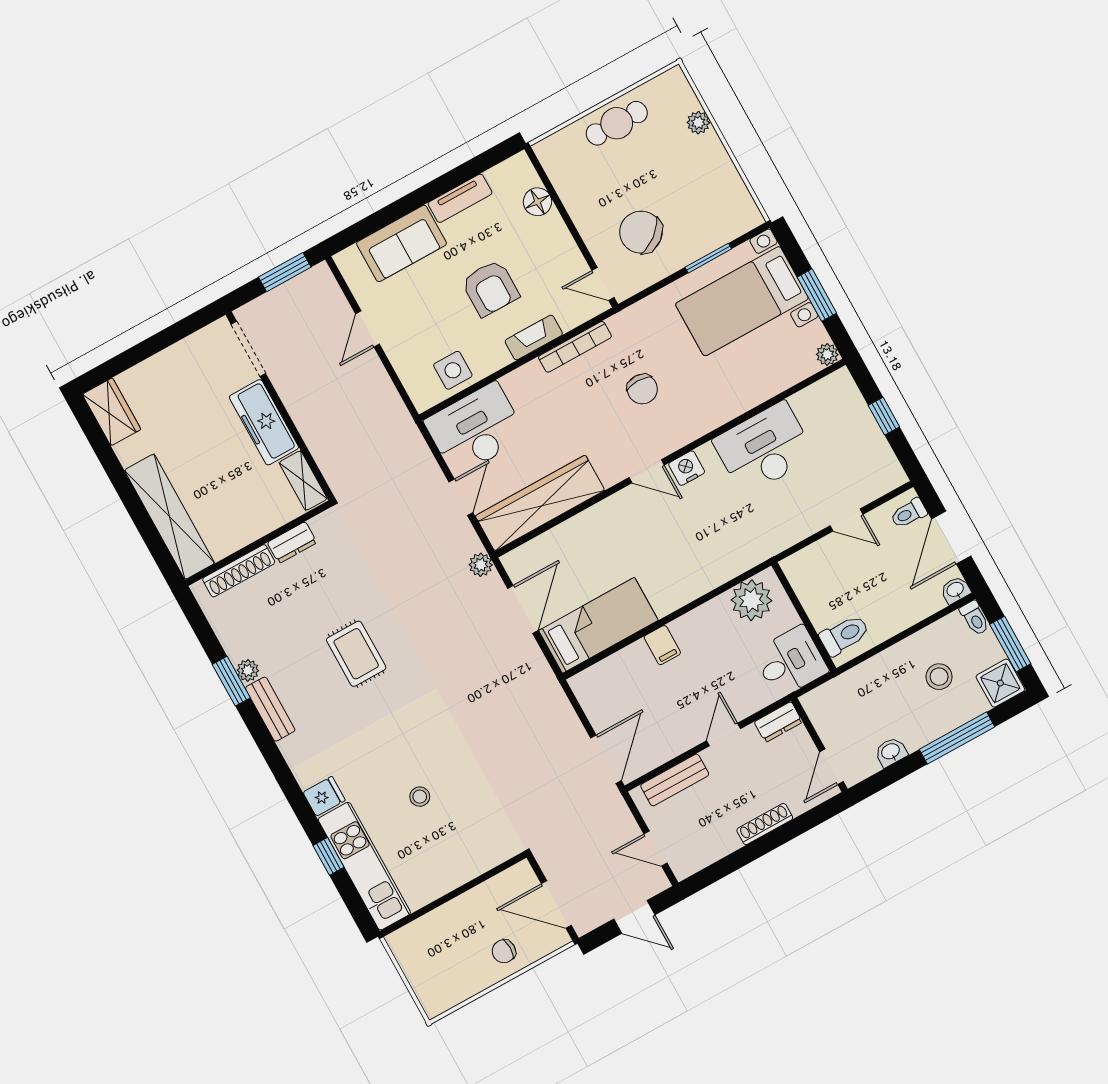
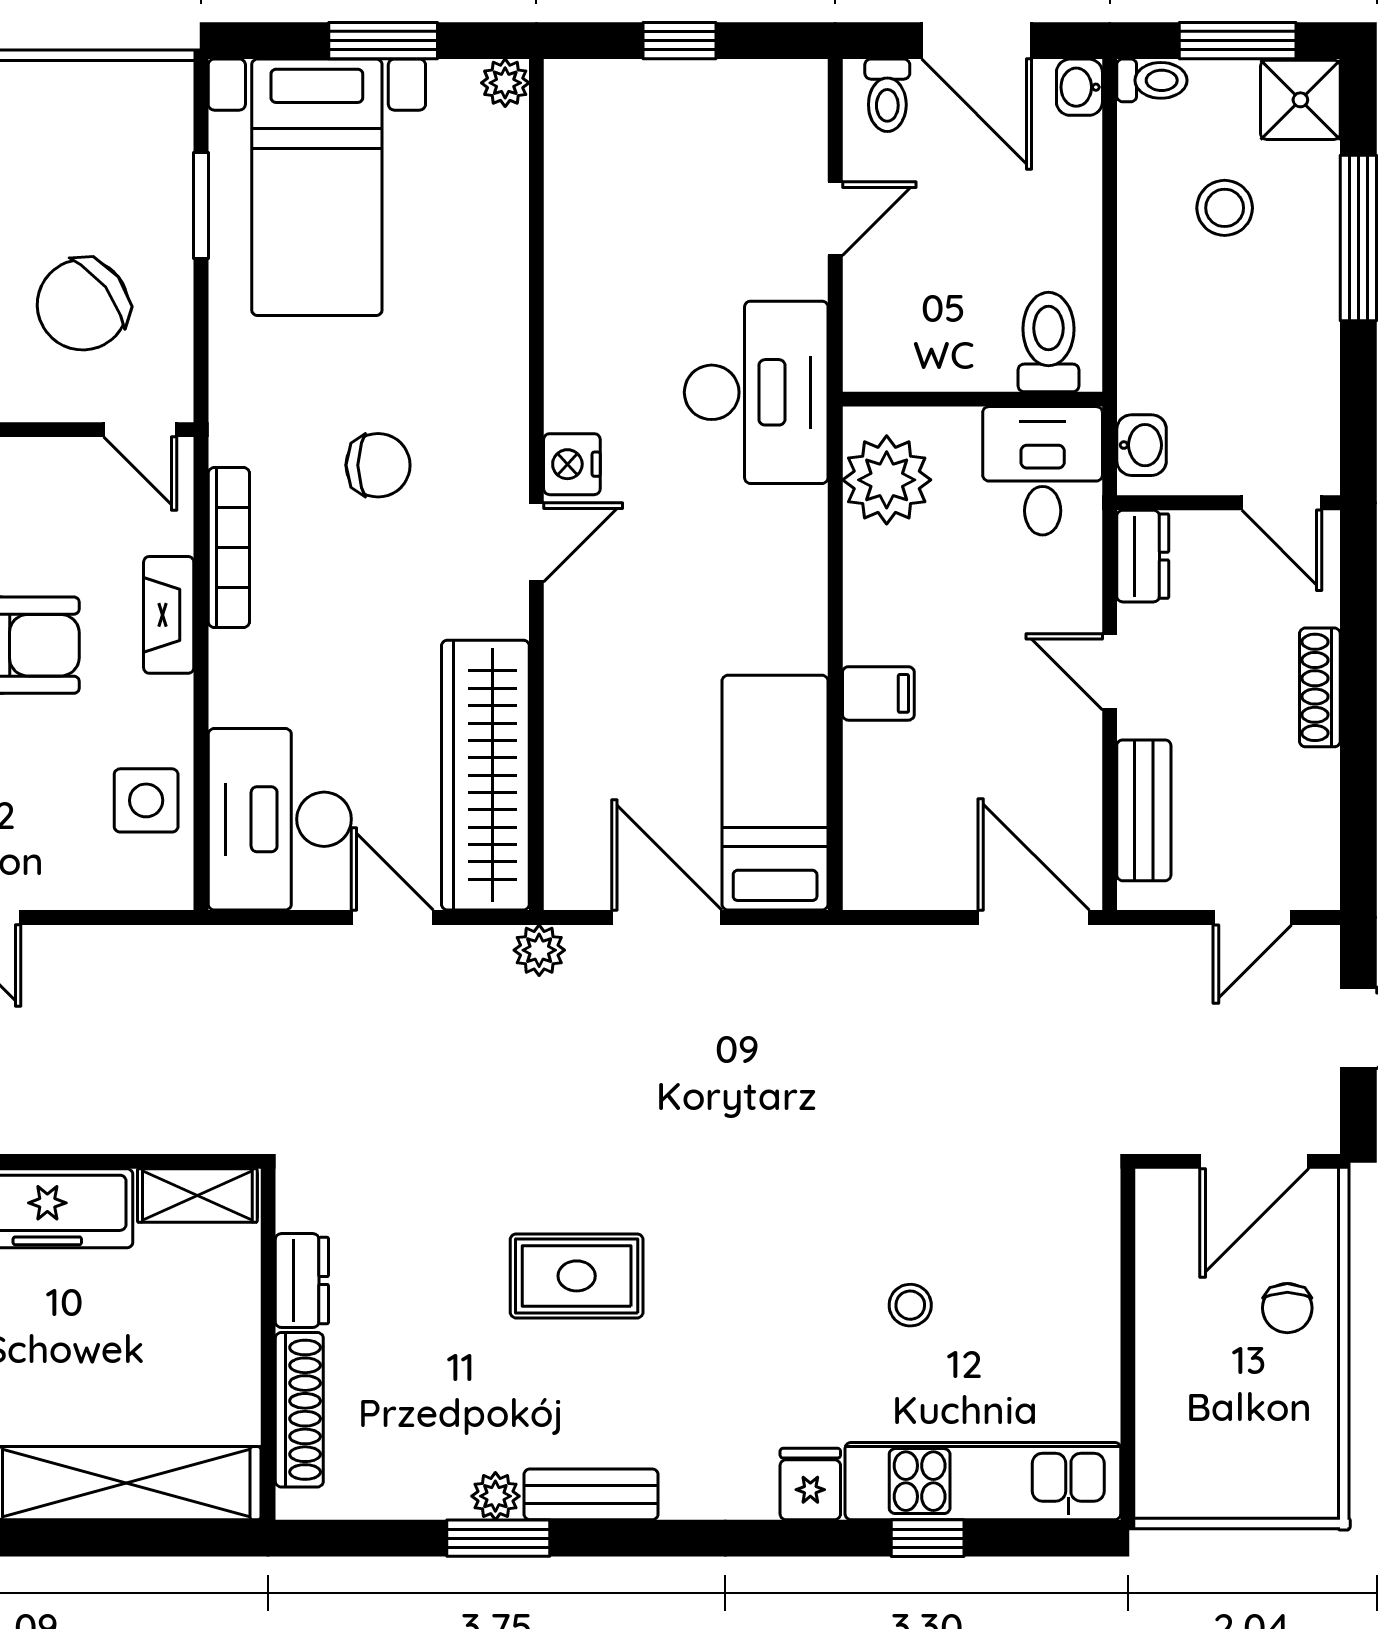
door: (603, 284) -> (140, 430), hinge flipped
desk: (764, 448) -> (756, 392), moved, turned 180
washbasin: (891, 752) -> (1142, 445), moved, turned 180

